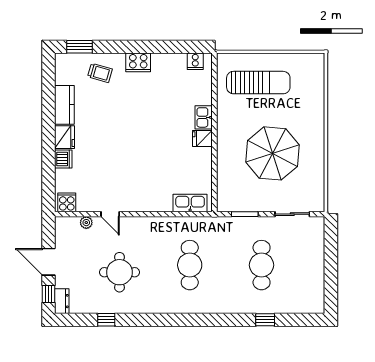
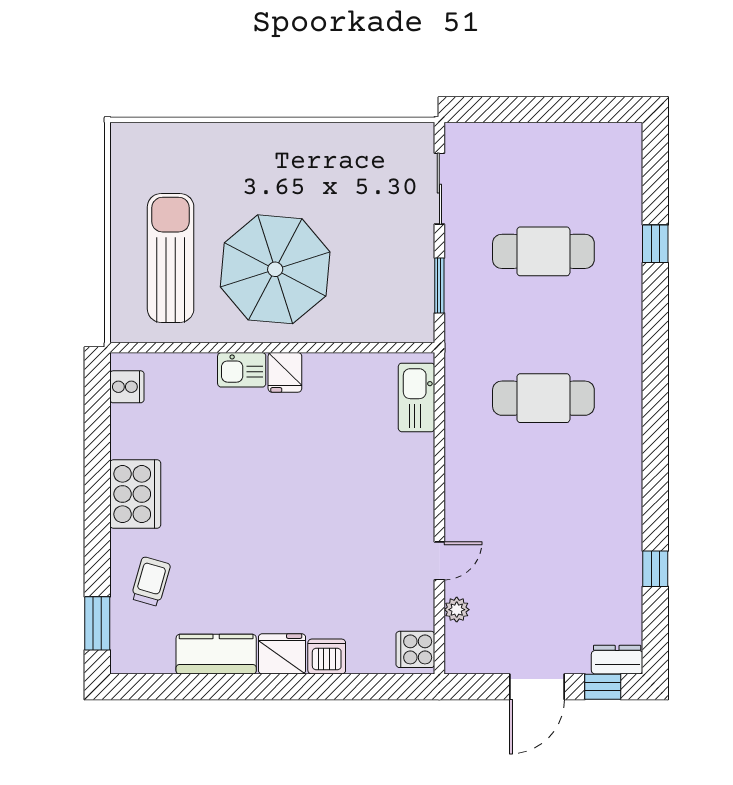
cooker: (138, 62) -> (135, 494), width x1.37, depth x1.31
parasol: (272, 153) -> (275, 269), moved
round table: (119, 272) -> (558, 542), removed

